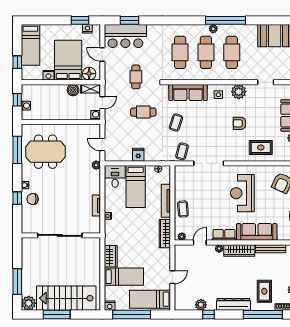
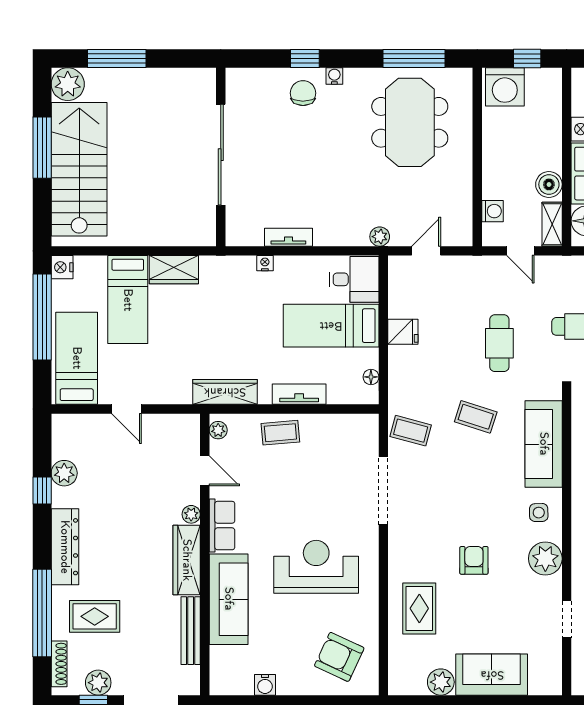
washing machine: (26, 106) -> (505, 87), width x1.89, depth x1.89
washing machine: (96, 115) -> (493, 211), moved
tv unit: (166, 201) -> (299, 394), width x0.71

